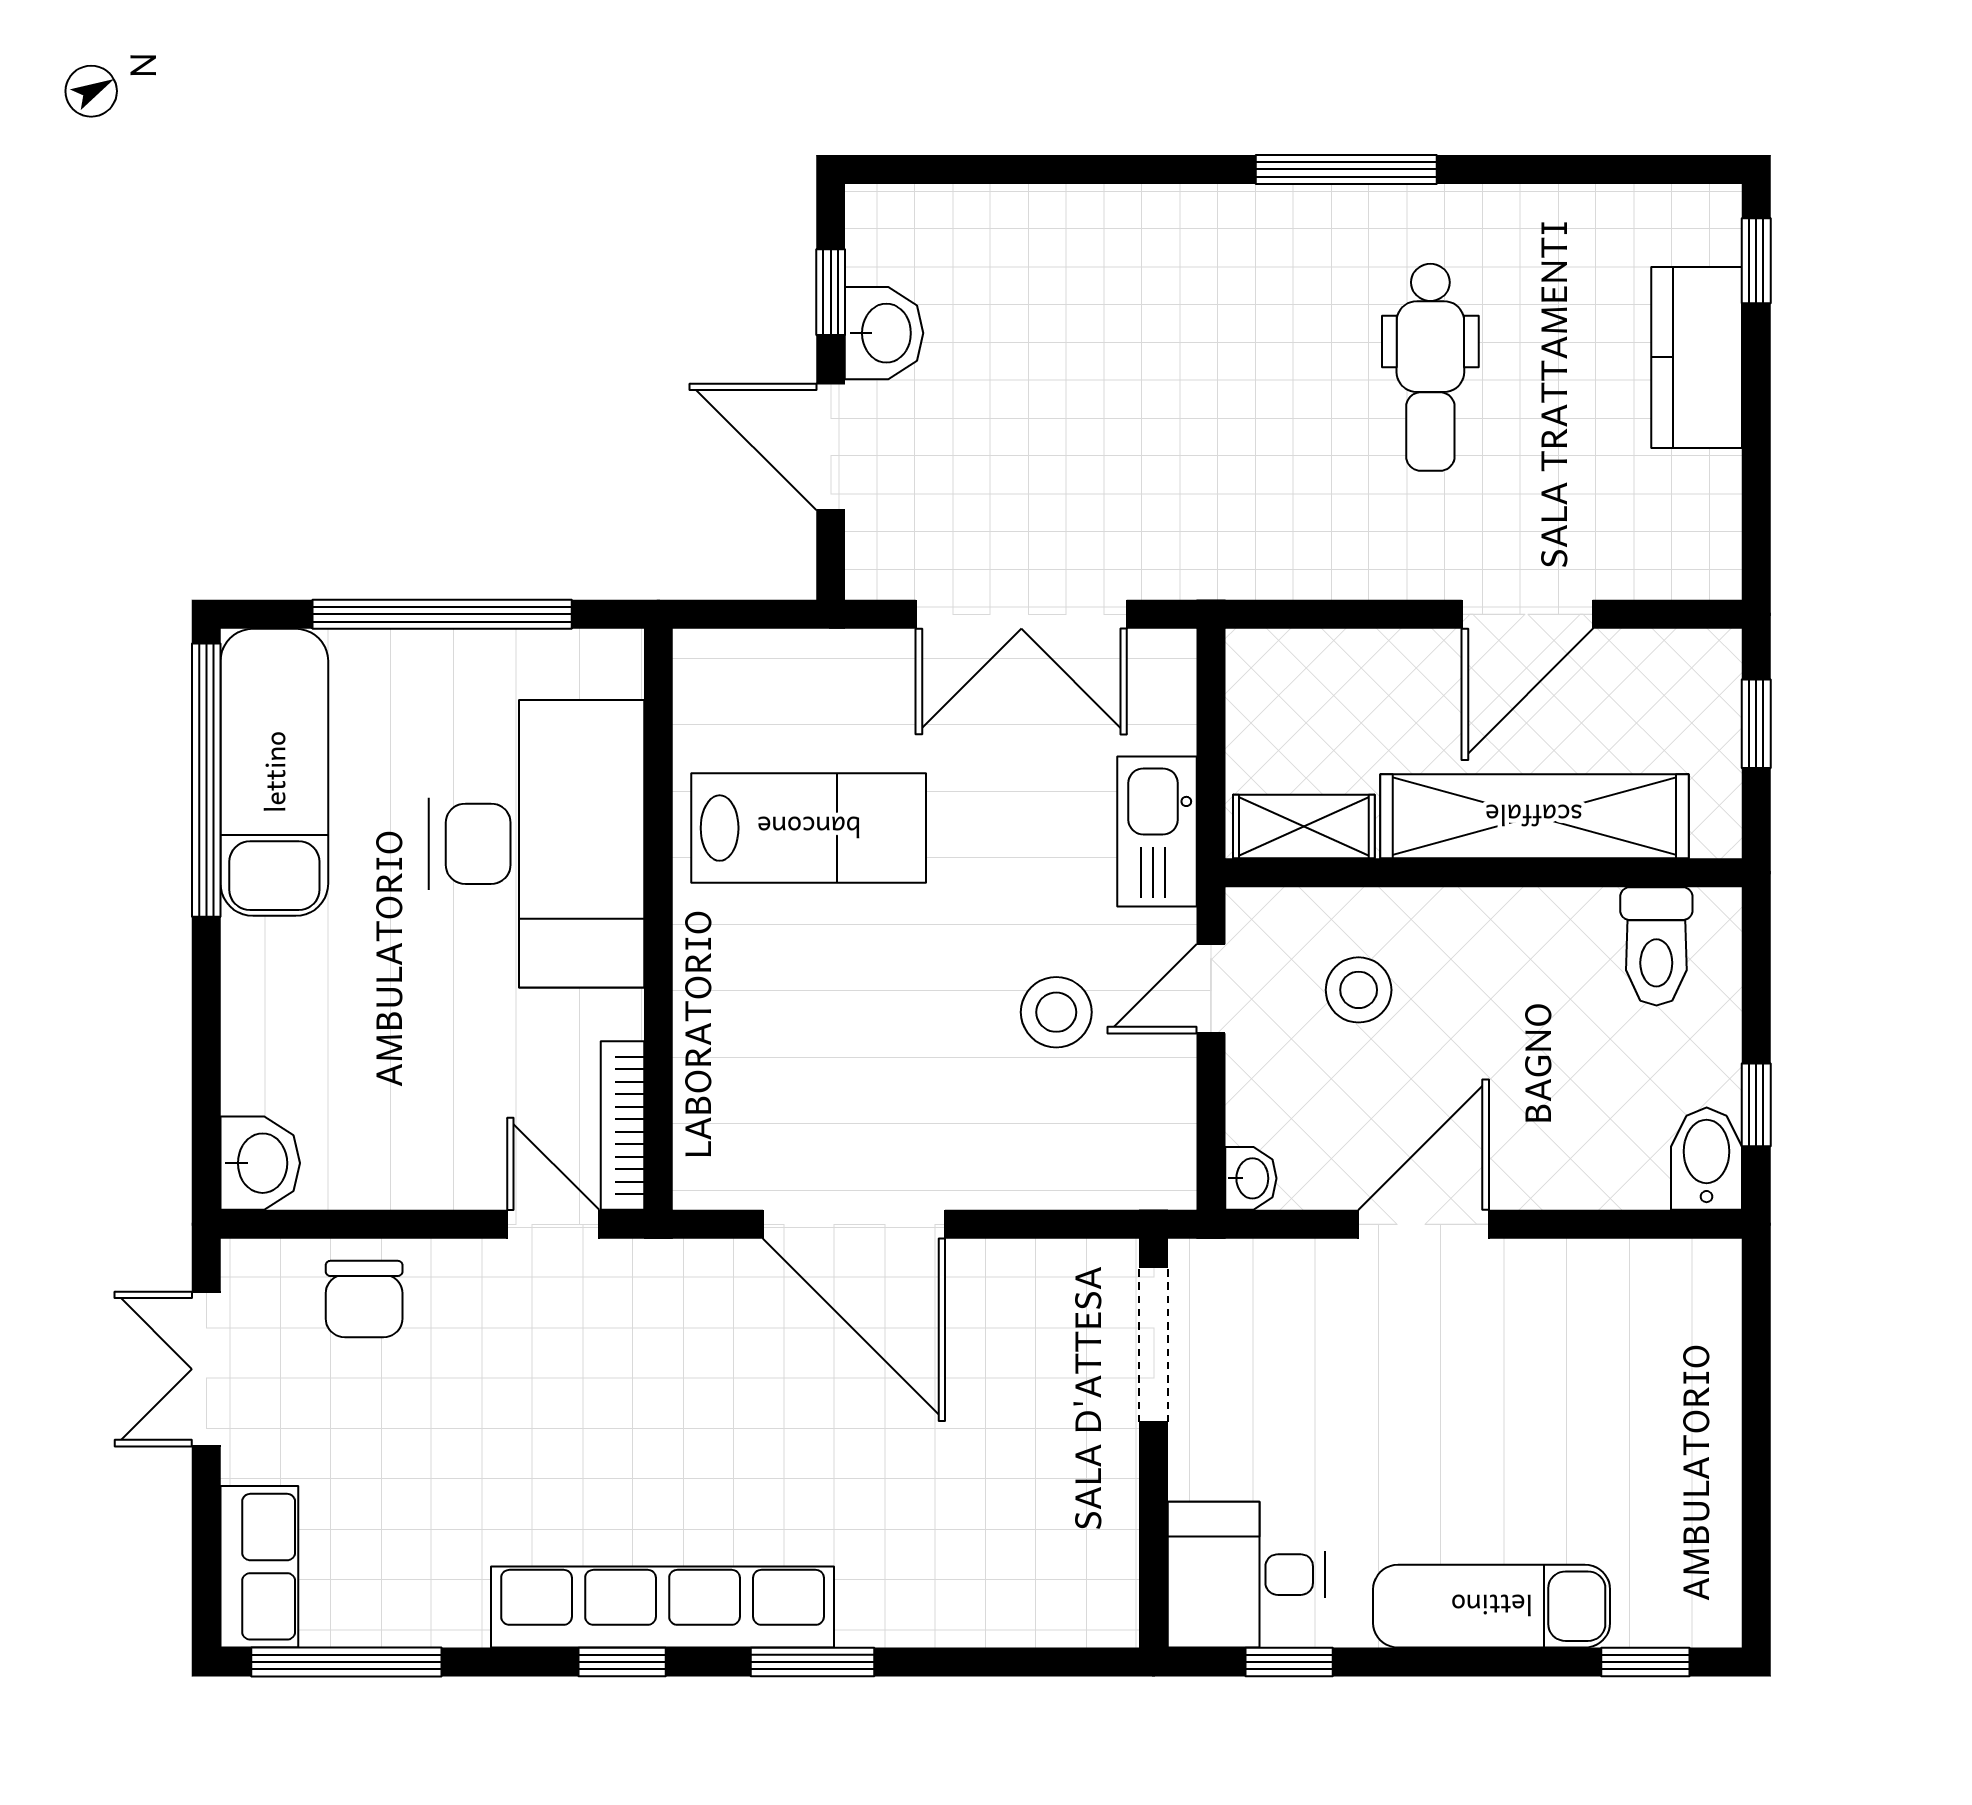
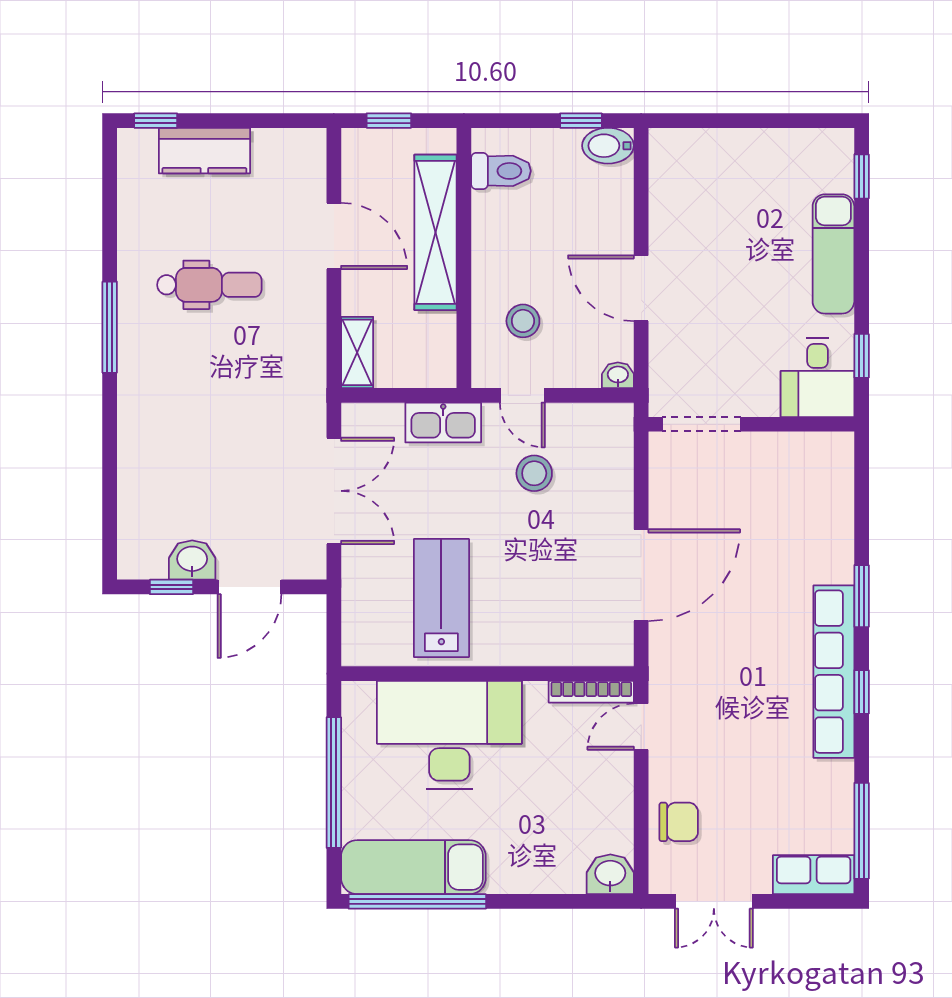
shelving: (1304, 826) -> (357, 352), moved

